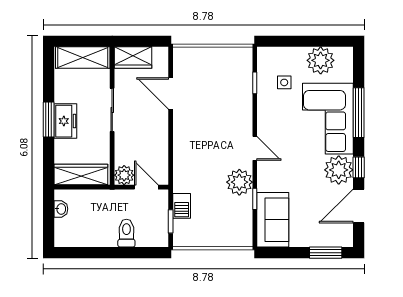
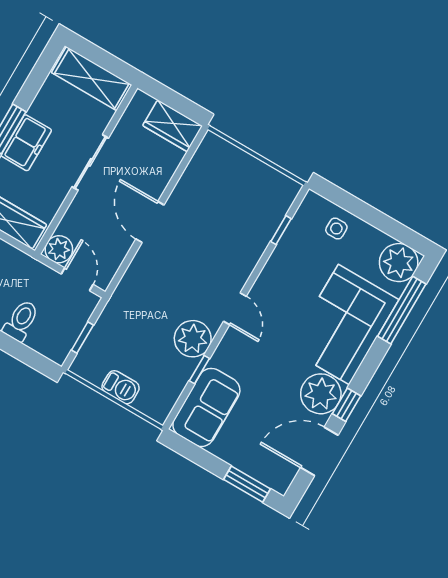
wardrobe: (133, 58) -> (173, 126), moved
plant: (321, 60) -> (399, 263), moved
side table: (284, 82) -> (336, 229), moved
door: (171, 93) -> (150, 222), moved
window: (359, 113) -> (402, 310), moved
barbecue: (182, 206) -> (121, 387), moved, turned -90

